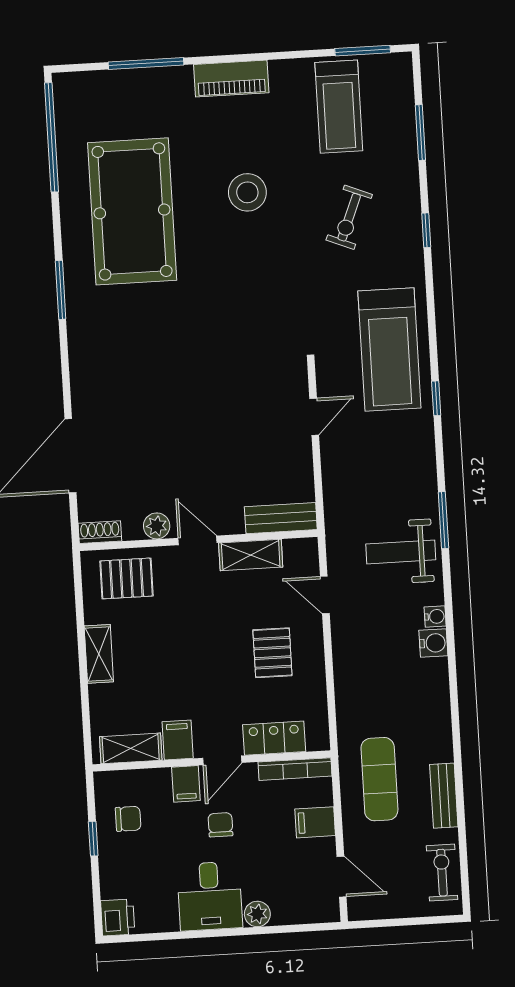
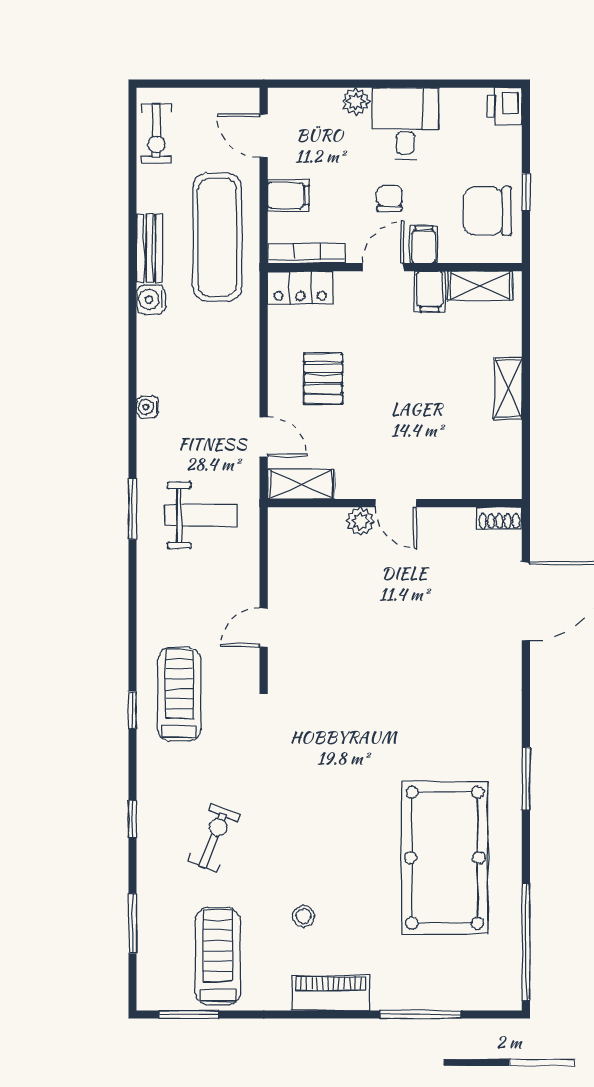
stool: (247, 192) -> (304, 916), moved, width x0.53, depth x0.53
treadmill: (389, 349) -> (179, 694), width x0.73, depth x0.73
window: (436, 398) -> (133, 710), moved
bench: (281, 518) -> (306, 522), removed
plant: (157, 526) -> (360, 521), moved
weight bench: (401, 552) -> (201, 515), moved
shelving: (251, 555) -> (301, 484), moved
pallet: (126, 578) -> (474, 467), removed
water cooler: (433, 643) -> (151, 299), moved
locker: (274, 738) -> (300, 288), moved
exercise mat: (379, 779) -> (217, 237), width x1.36, depth x1.45
bench: (444, 796) -> (150, 248), moved
chair: (128, 819) -> (487, 211), width x1.87, depth x1.87
chair: (220, 825) -> (389, 199), turned 180

